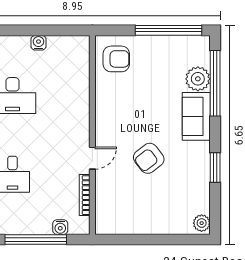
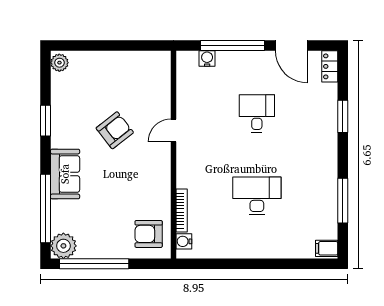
water cooler: (38, 43) -> (184, 241), moved, turned 90
plant: (198, 79) -> (63, 246), moved
bookcase: (85, 195) -> (182, 211), moved

